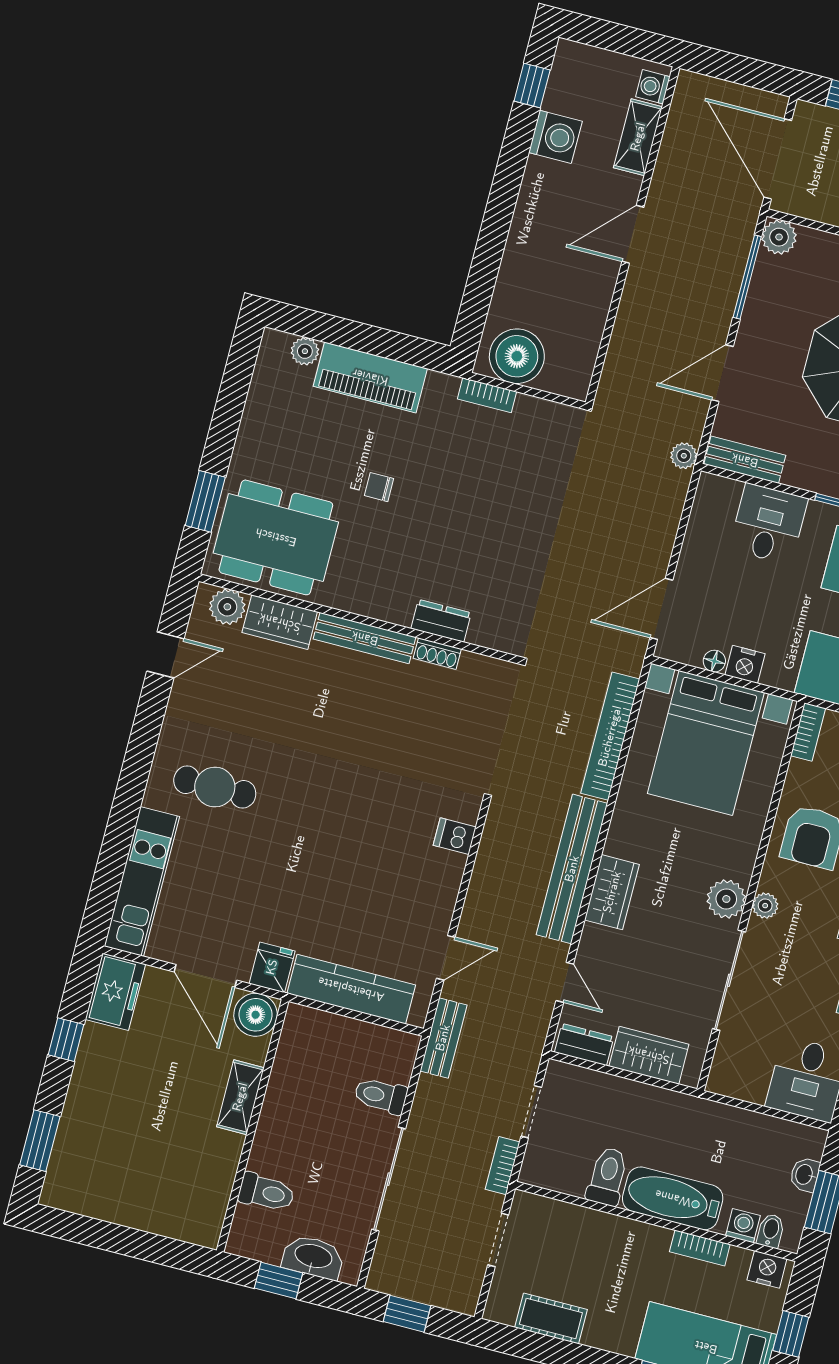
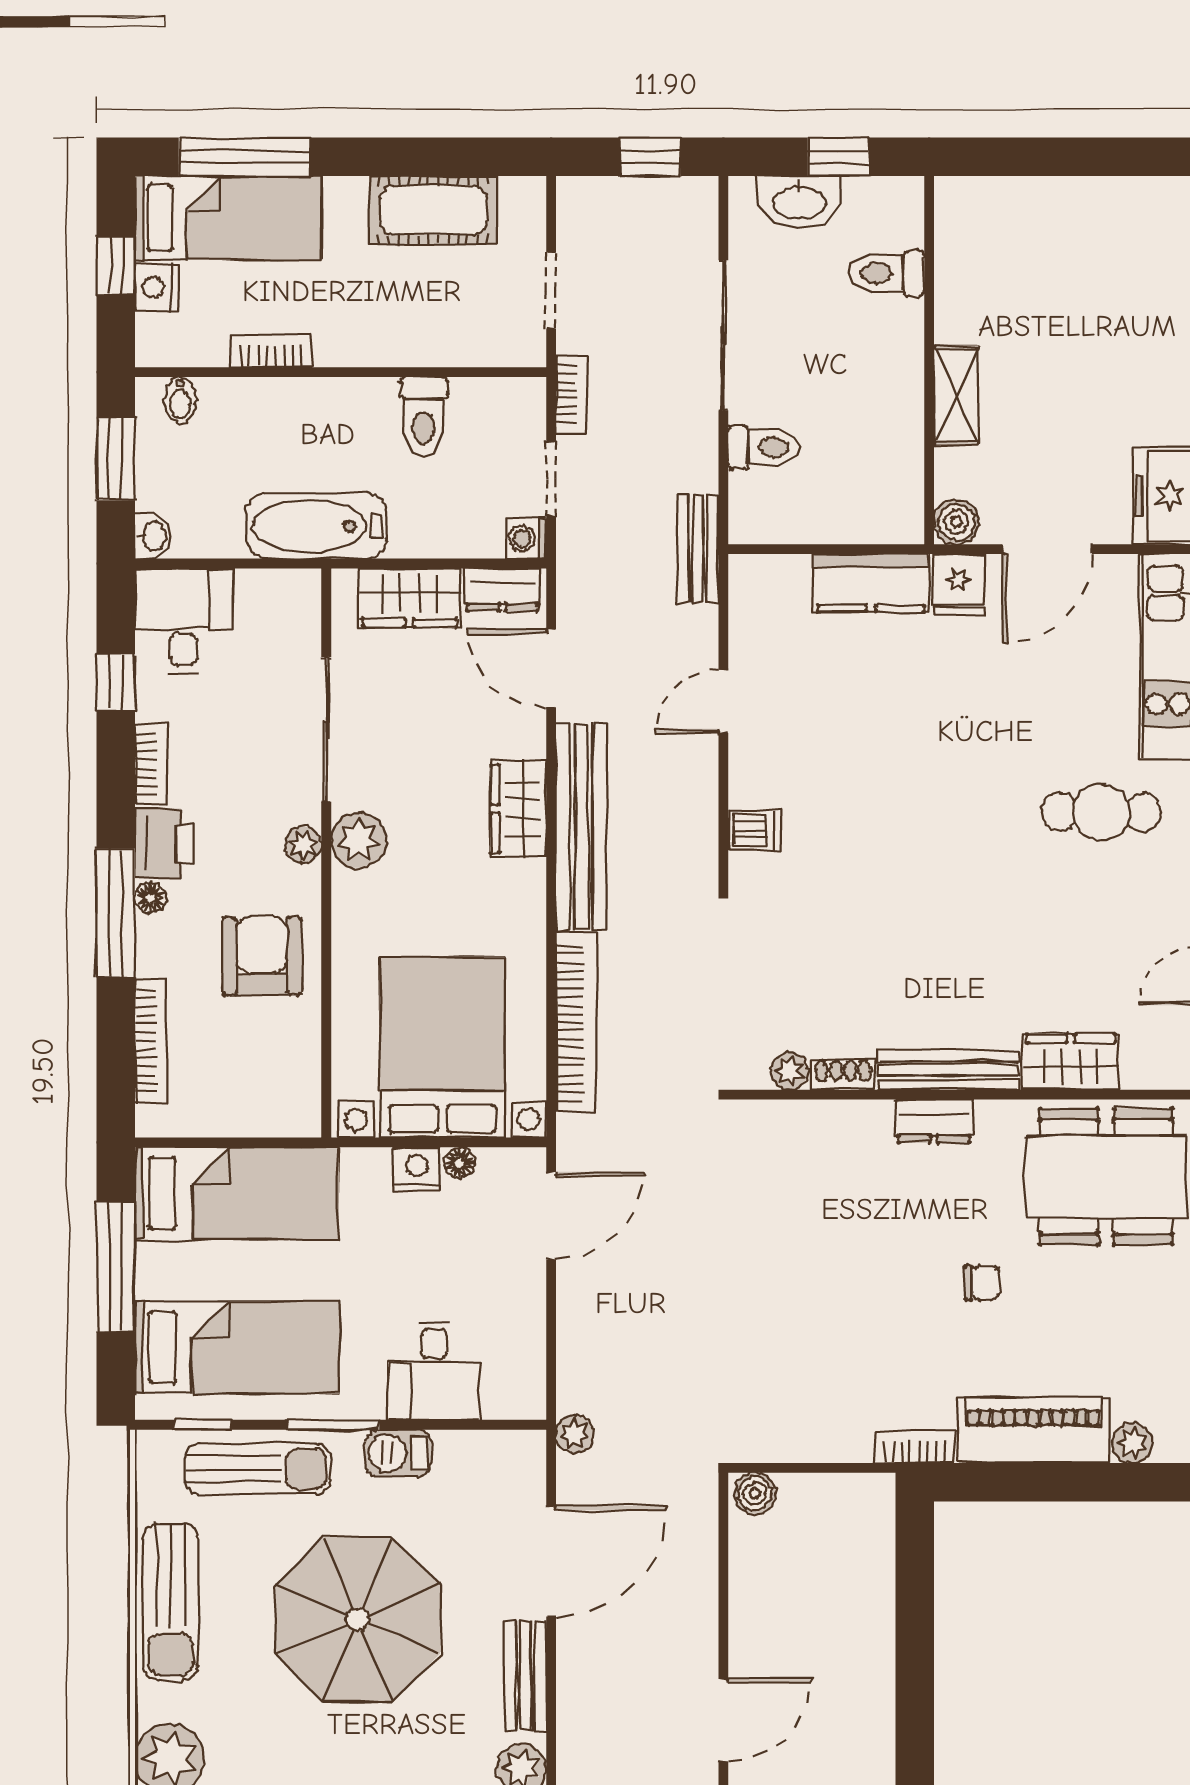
window: (747, 277) -> (551, 1702), removed
boiler: (517, 356) -> (755, 1493), moved, width x0.54, depth x0.54
door: (722, 373) -> (551, 1561), width x1.36
bookcase: (487, 395) -> (915, 1447), moved
bench: (745, 460) -> (525, 1676), moved, turned 90
barbecue: (808, 474) -> (398, 1453), added
plant: (227, 607) -> (789, 1071), moved, width x0.73, depth x0.73
dresser: (441, 621) -> (934, 1121), moved
bookcase: (808, 732) -> (306, 1099), removed
door: (446, 958) -> (723, 701), moved
door: (205, 976) -> (1047, 549), swing flipped
door: (565, 982) -> (551, 668), width x1.38
kitchen counter: (351, 989) -> (871, 583), width x0.67
boiler: (256, 1015) -> (956, 522), width x0.73, depth x0.73
washbasin: (805, 1175) -> (153, 536), moved
bathtub: (673, 1198) -> (316, 526), moved, turned 180
washing machine: (743, 1226) -> (526, 538), moved, turned 90
nightstand: (767, 1269) -> (157, 287), moved, turned 90
cot: (551, 1318) -> (433, 210), width x1.37, depth x1.34

